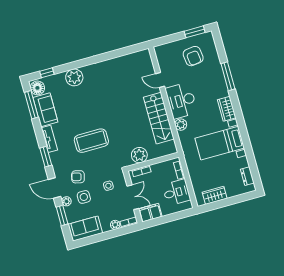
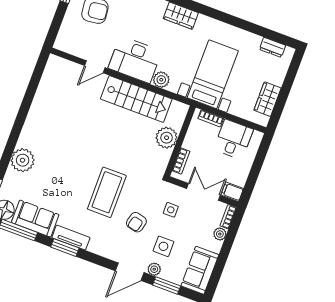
bed with nightstands: (220, 143) -> (213, 74), moved, turned 180
plant: (139, 155) -> (167, 138), moved
window: (46, 157) -> (65, 248), moved
armchair: (78, 177) -> (136, 222), moved
filing cabinet: (150, 213) -> (232, 192), width x0.50

